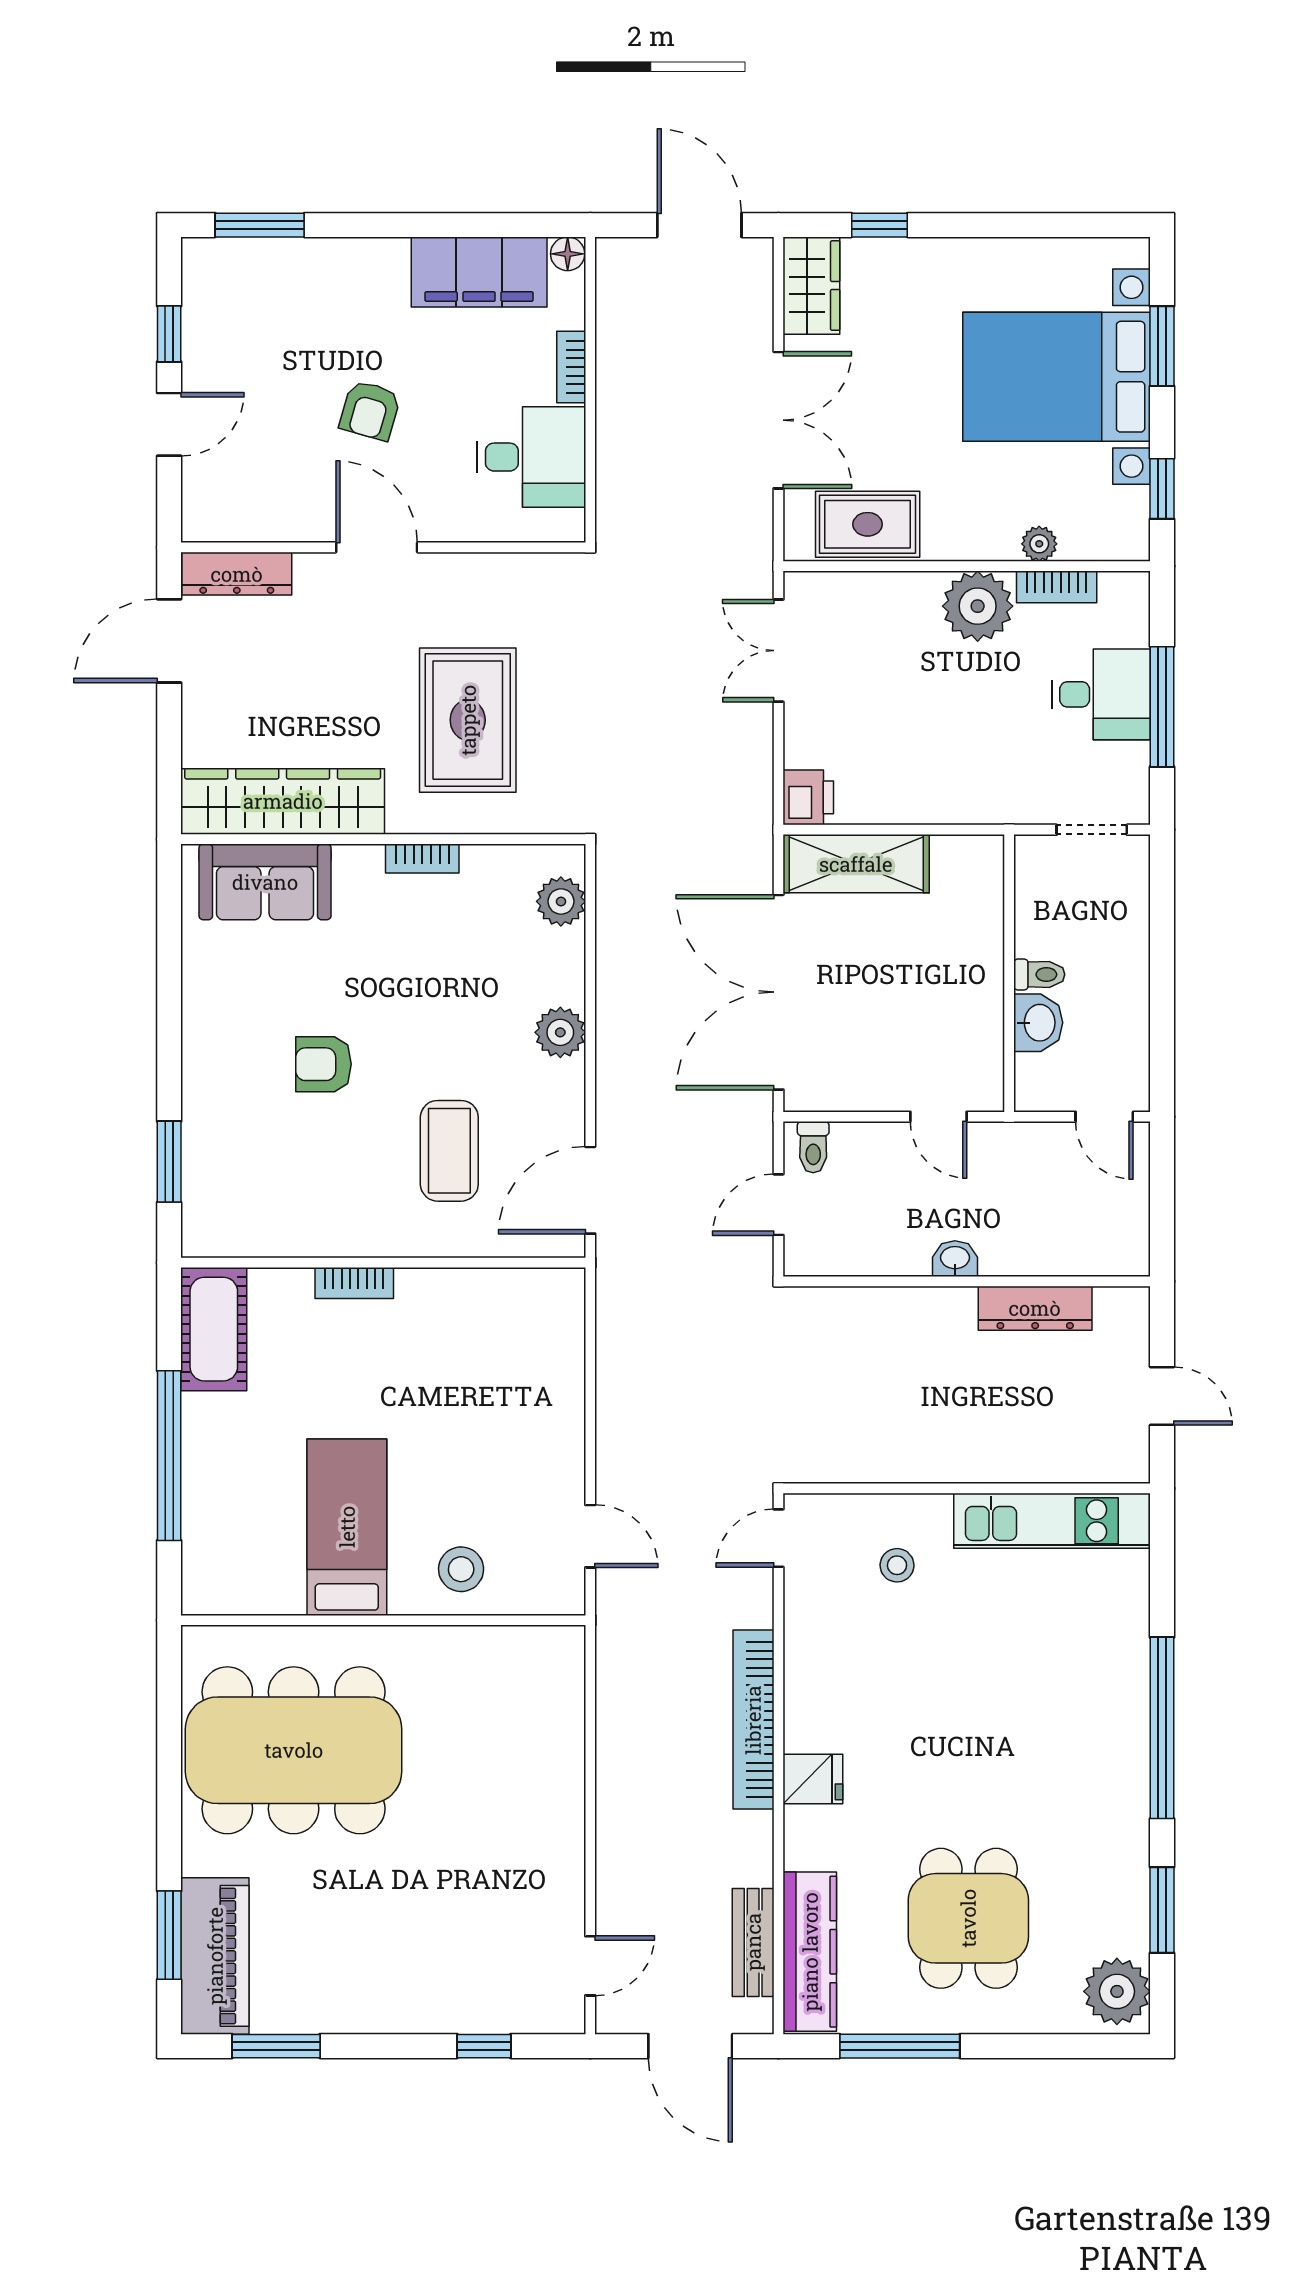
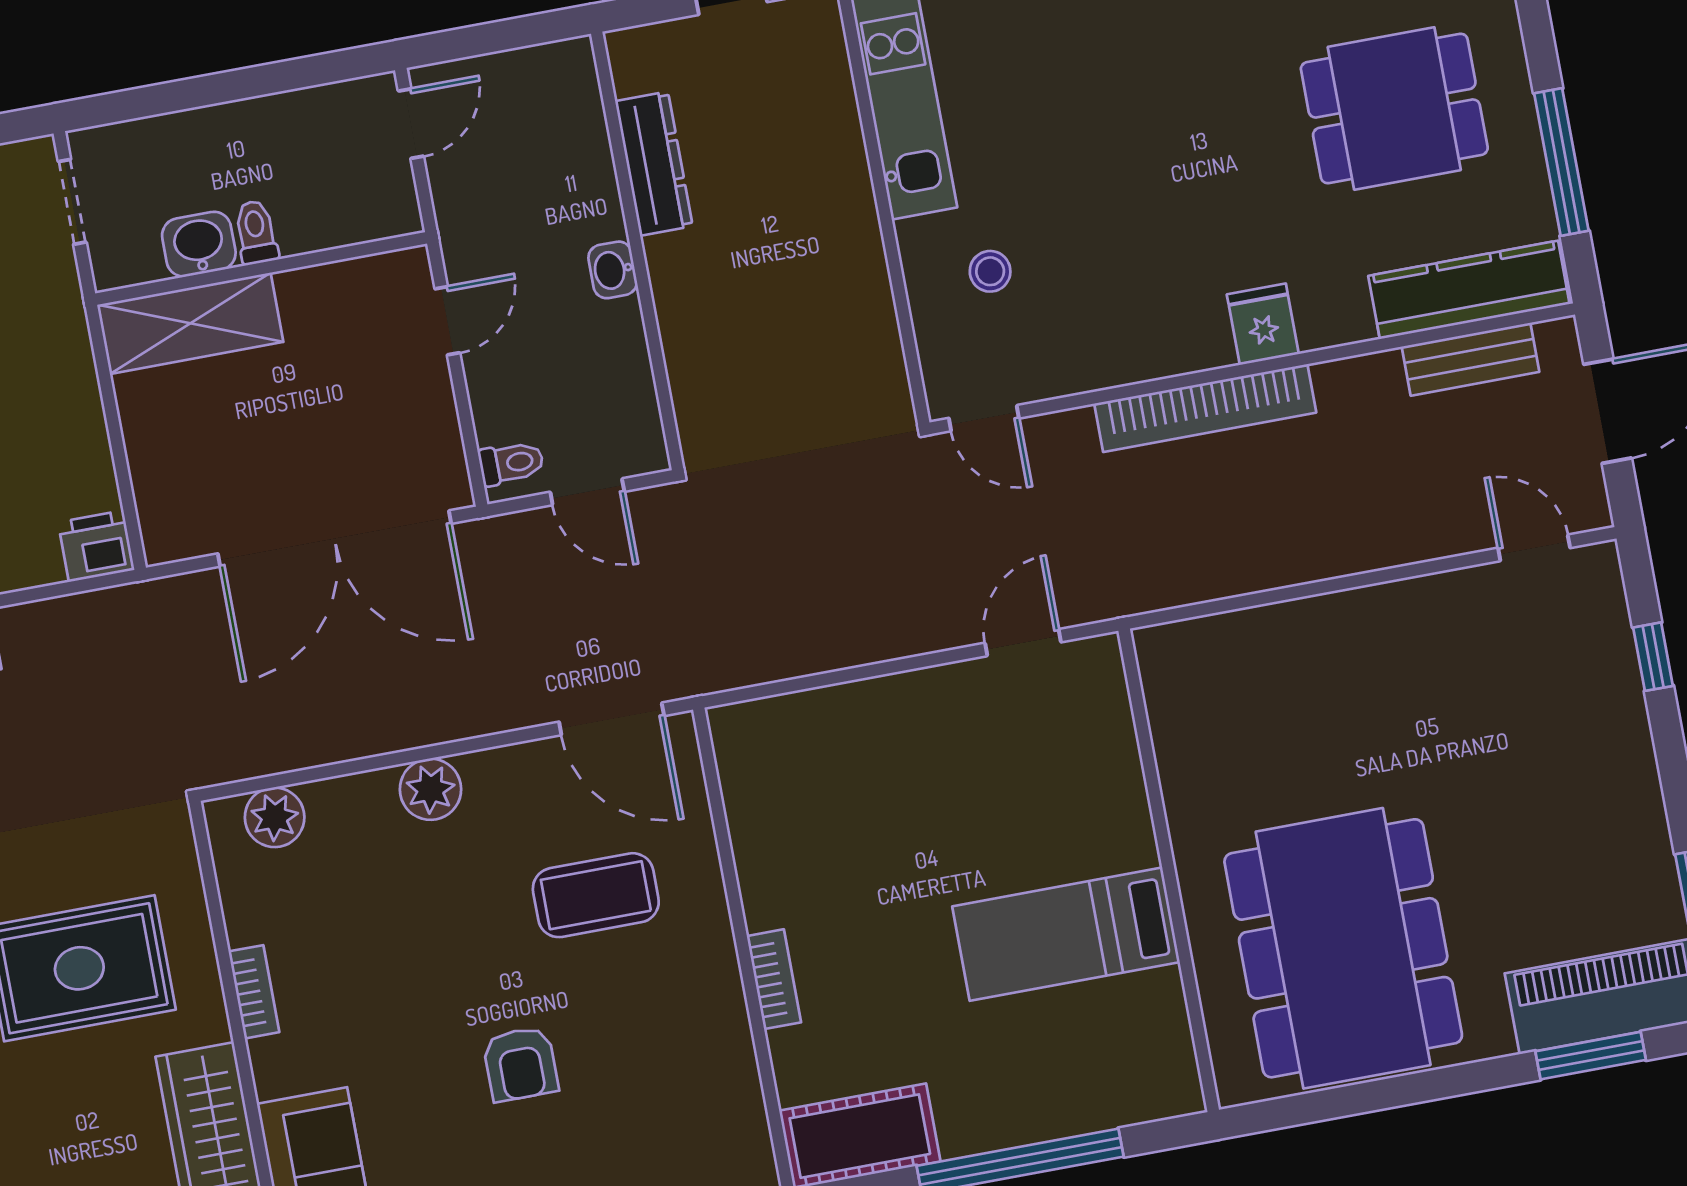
shelving: (856, 864) -> (190, 323), moved, turned 90
washbasin: (1038, 1023) -> (199, 244), moved
stool: (461, 1569) -> (1091, 789), removed

